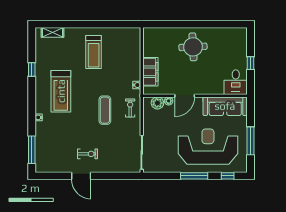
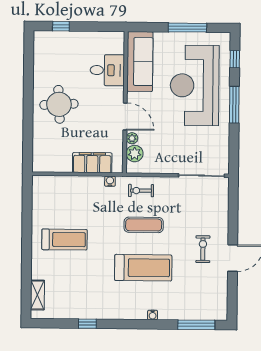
window: (251, 63) -> (61, 26), moved
desk: (236, 82) -> (107, 70), moved
treadmill: (61, 91) -> (143, 268), moved

